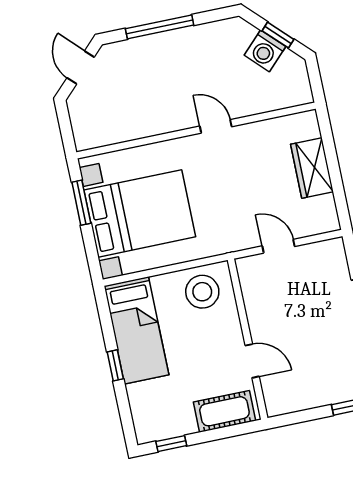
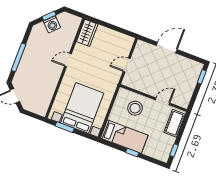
wardrobe: (312, 168) -> (87, 33), moved, turned -90
stool: (202, 292) -> (135, 108), moved

